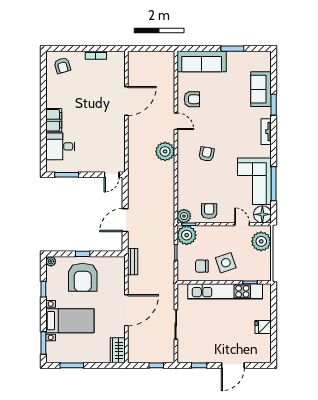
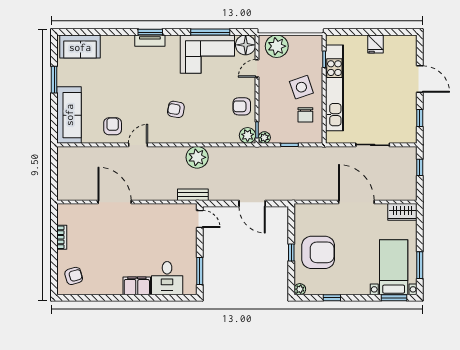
sofa: (261, 89) -> (80, 47), moved
window: (274, 105) -> (150, 32), moved
plant: (165, 151) -> (197, 157), moved
plant: (187, 235) -> (264, 138), width x0.53, depth x0.53
bench: (133, 262) -> (193, 195), moved
bed with nightstands: (70, 321) -> (394, 267), moved

